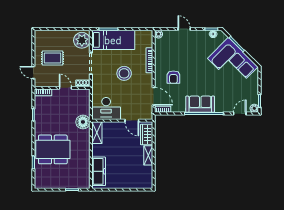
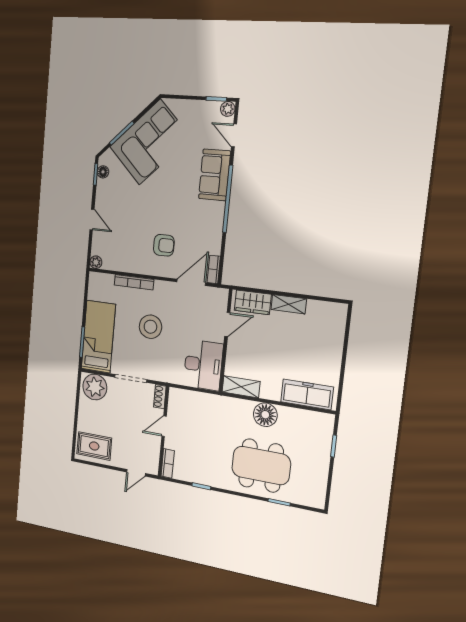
door: (184, 29) -> (92, 220), swing flipped
rug: (53, 58) -> (94, 446), moved, turned 90
sofa: (200, 104) -> (215, 175), moved
floor lamp: (83, 122) -> (265, 415), moved
dining table: (53, 149) -> (261, 465), turned 90

